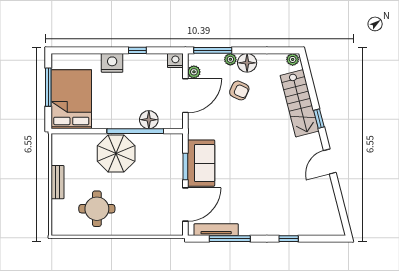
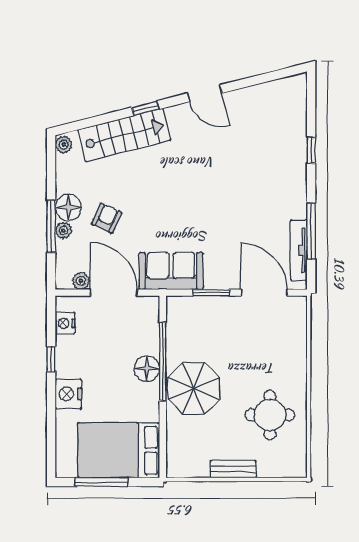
window: (213, 50) -> (51, 226), moved
nightstand: (175, 61) -> (65, 323), moved
floor lamp: (149, 120) -> (147, 369), moved
sofa: (201, 163) -> (171, 271), moved

